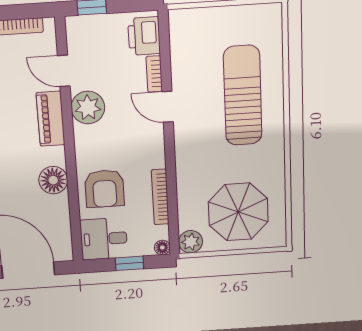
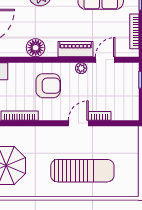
printer: (144, 36) -> (124, 111), removed
plant: (88, 107) -> (81, 68), width x0.53, depth x0.53
armchair: (105, 189) -> (48, 86), moved, turned 180

